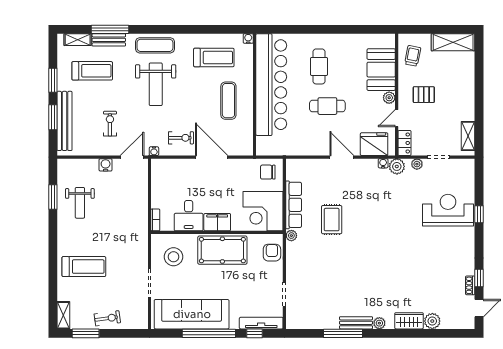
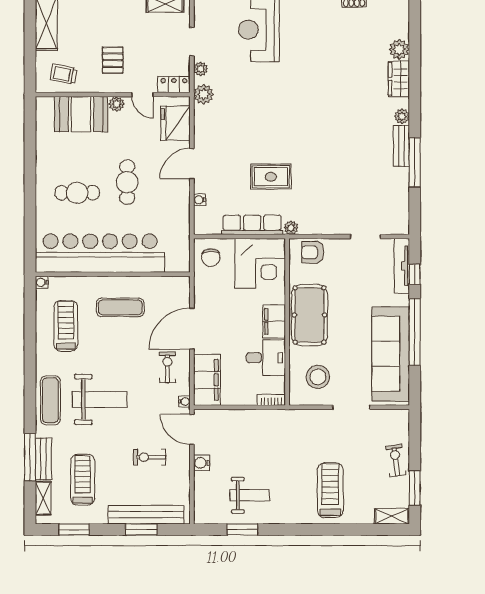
window: (53, 80) -> (74, 529), moved
water cooler: (383, 163) -> (200, 200), moved
filing cabinet: (171, 169) -> (207, 380), added

